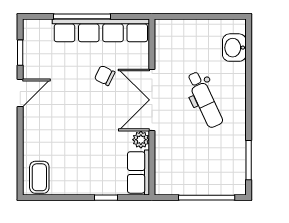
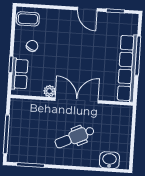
chair: (105, 76) -> (32, 46), moved
row of seats: (139, 172) -> (20, 74), moved, turned 90

